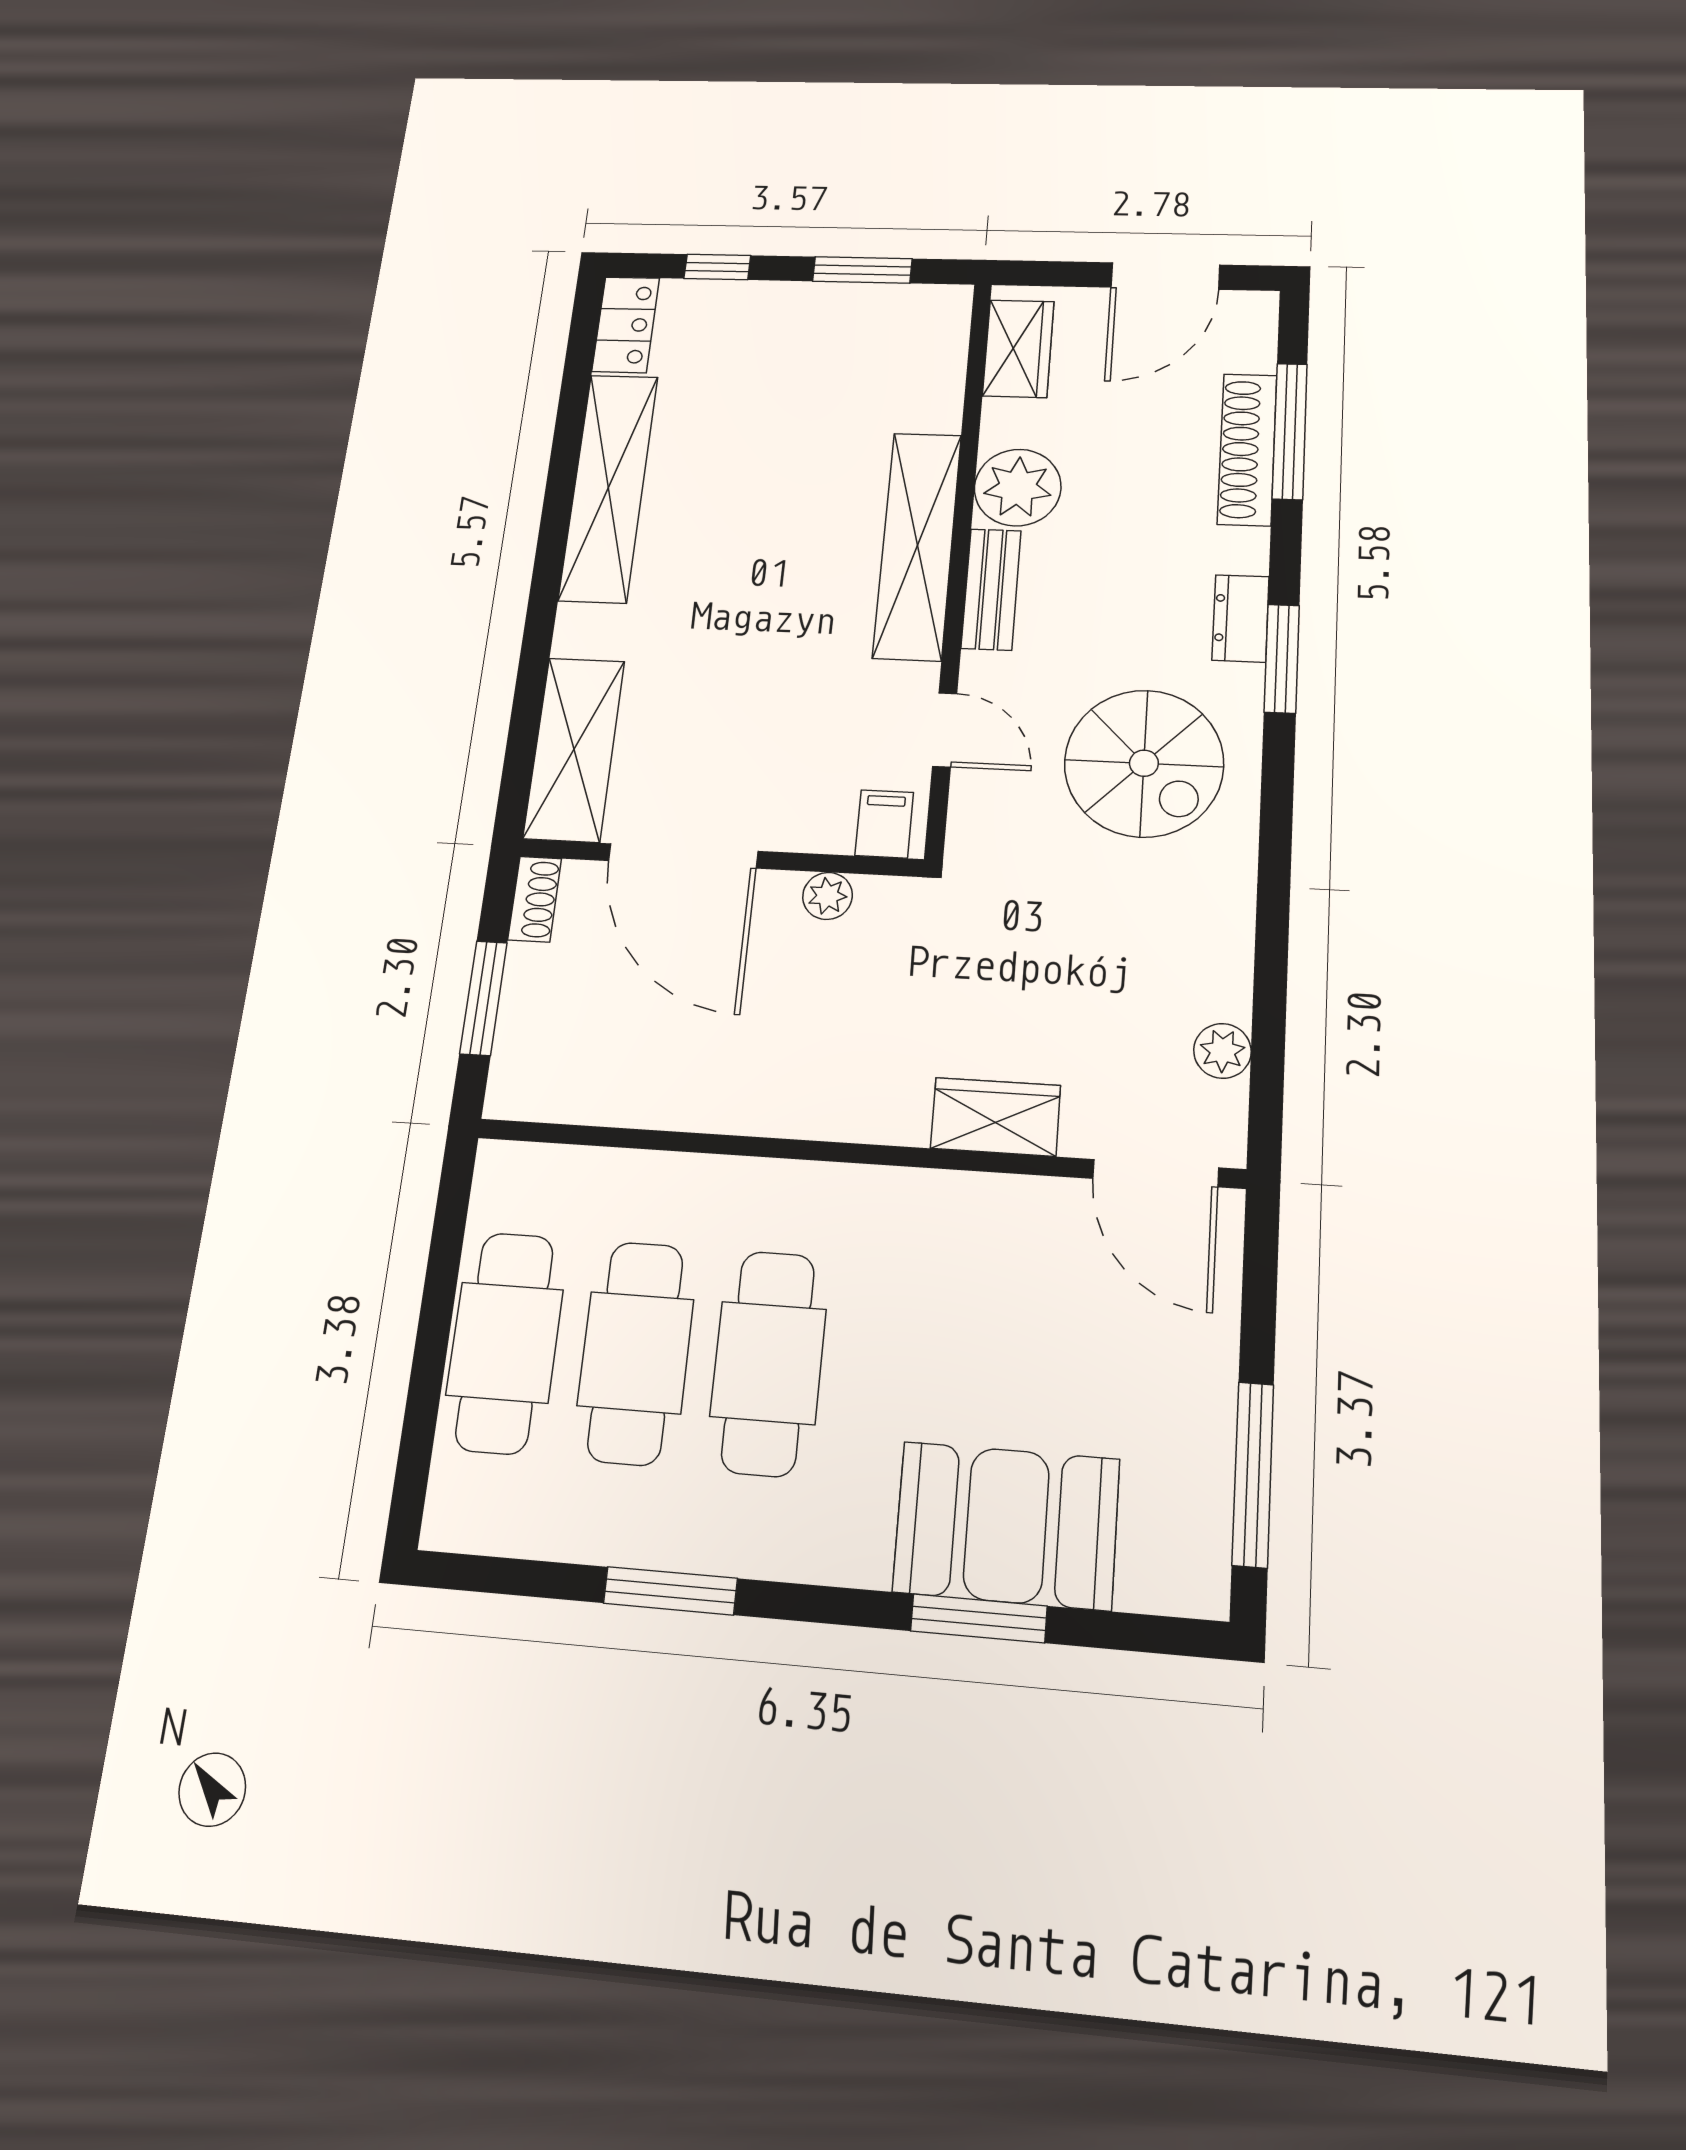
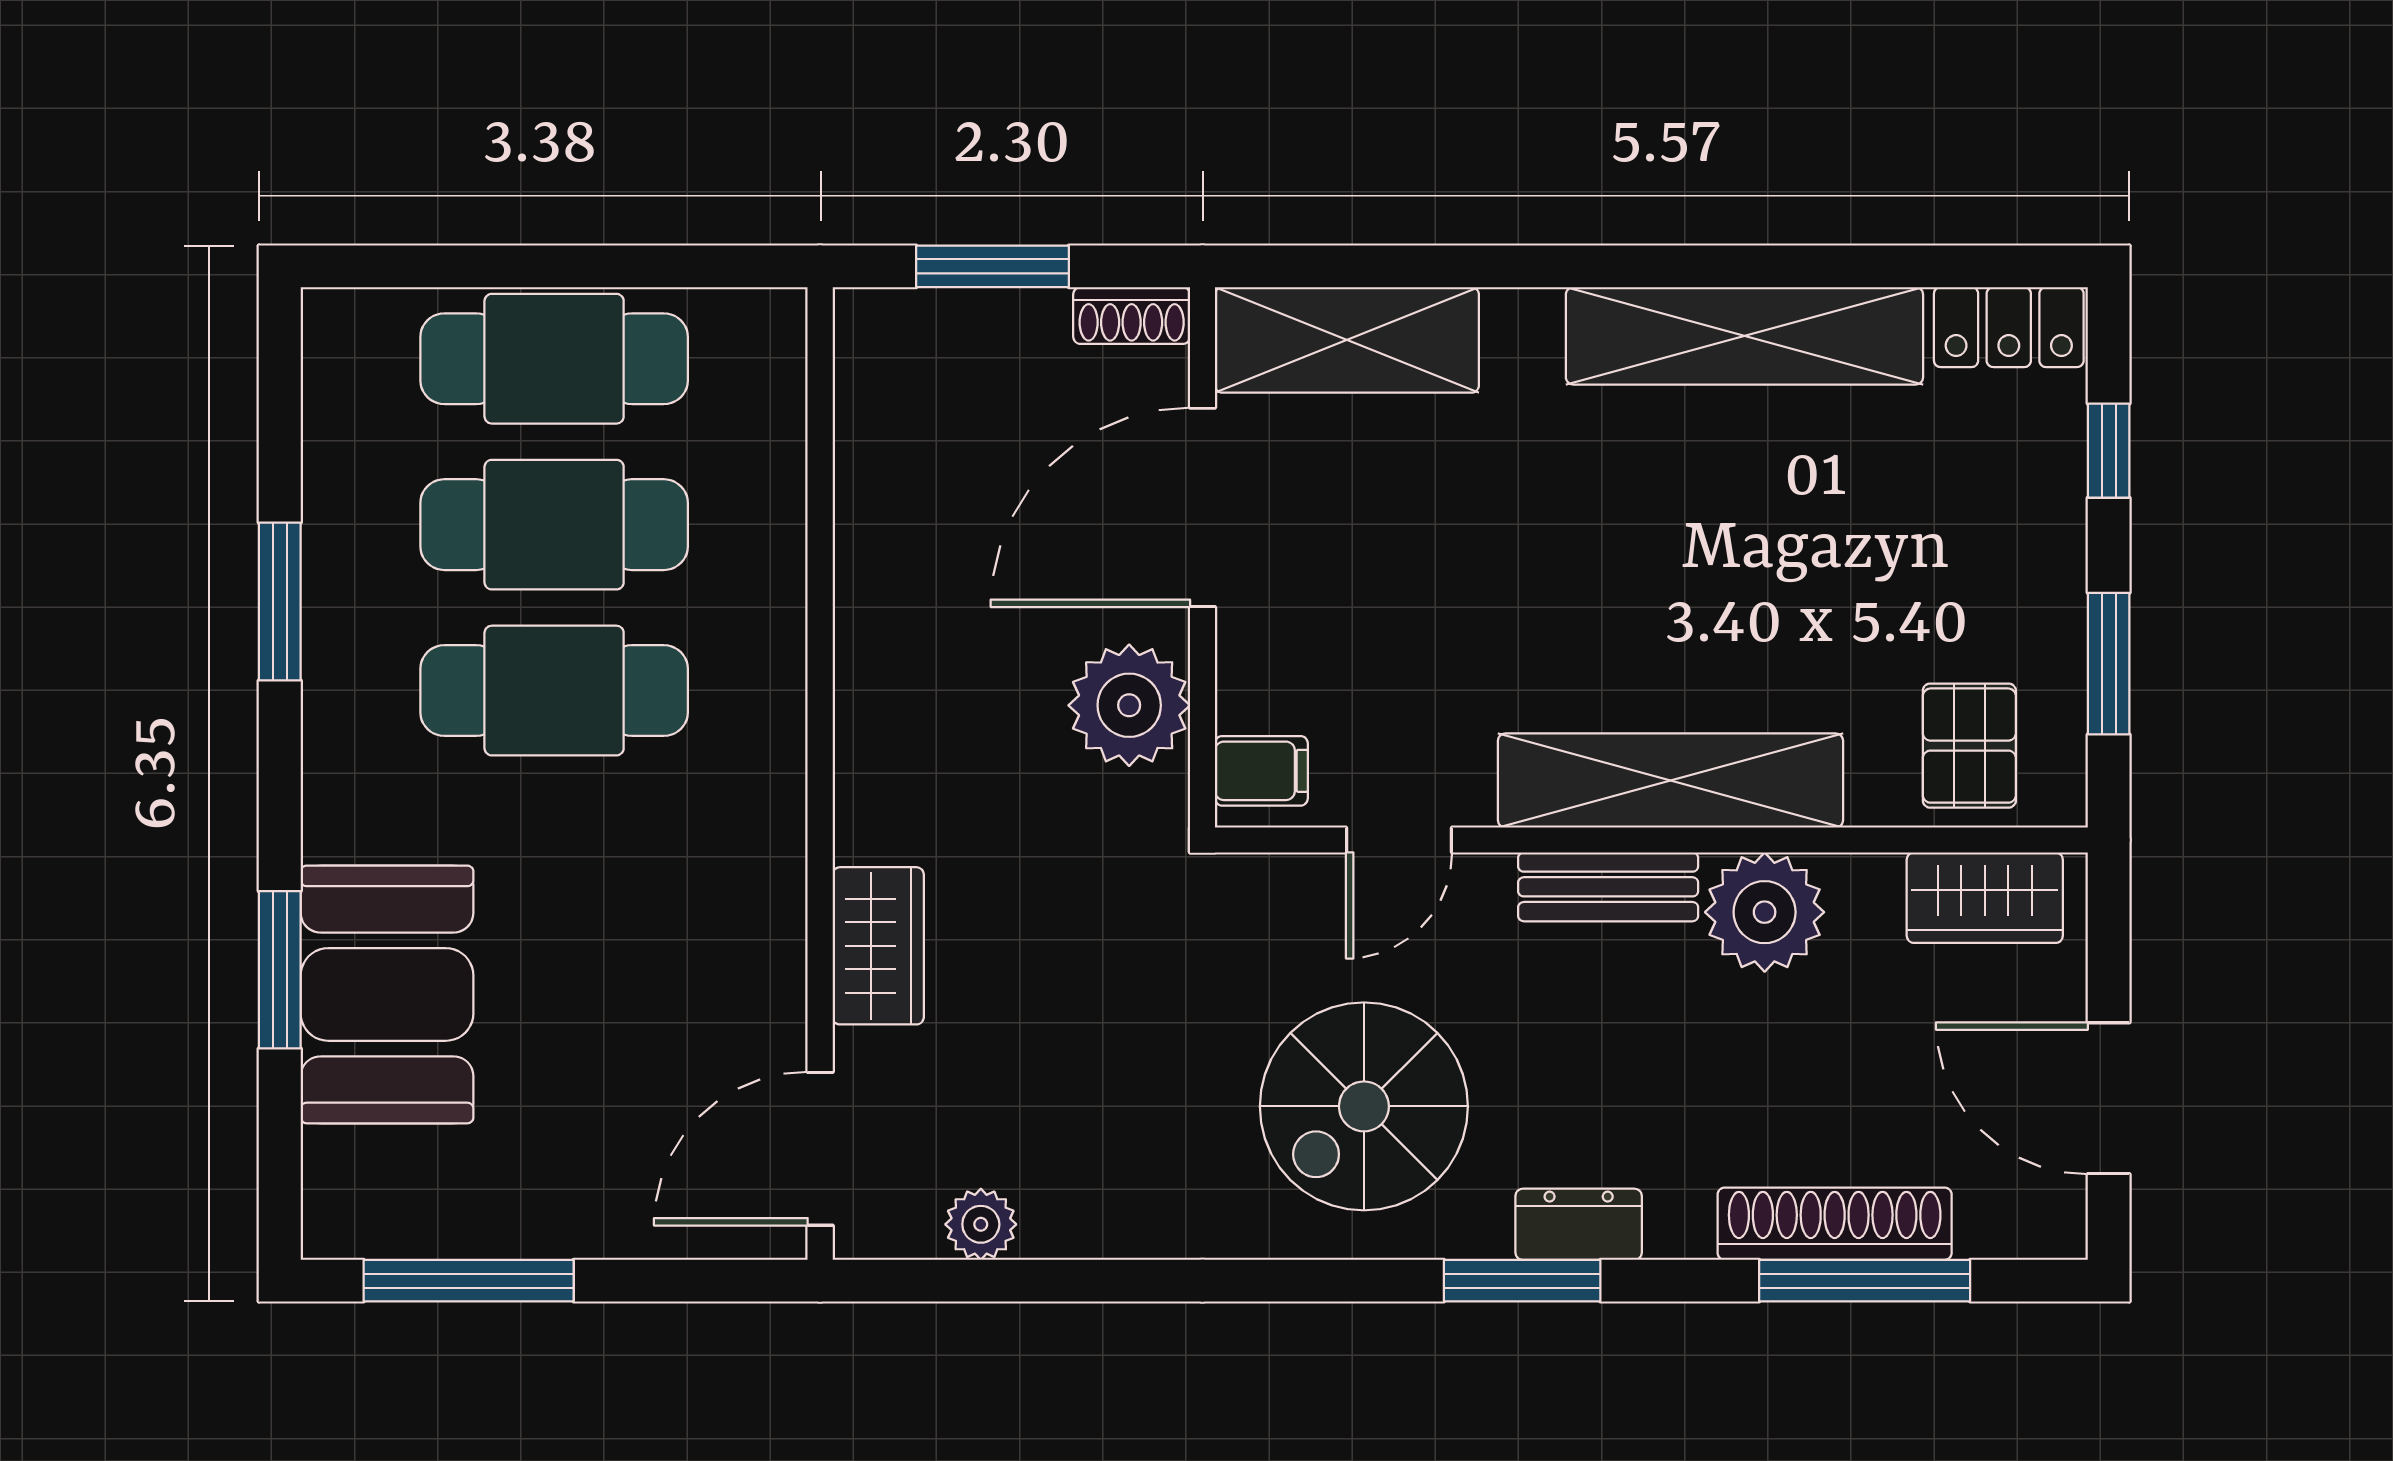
pallet: (911, 355) -> (1969, 746), added
plant: (828, 896) -> (1129, 705), width x1.87, depth x1.87

